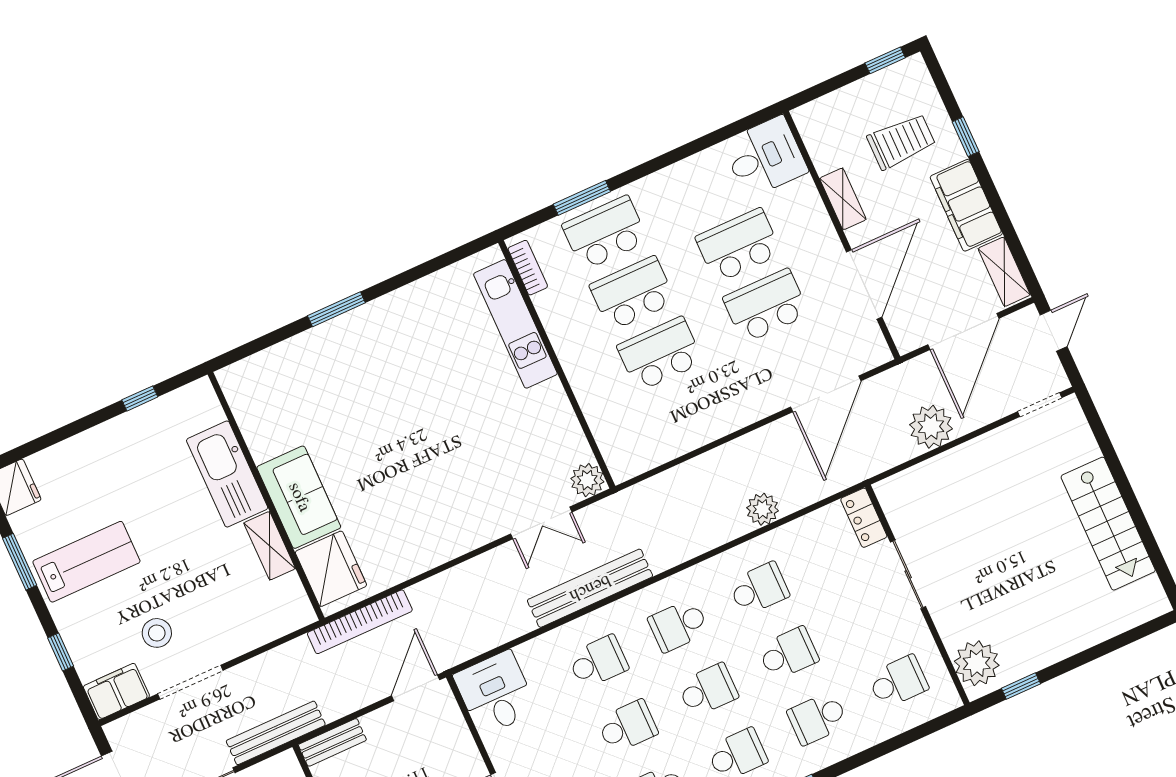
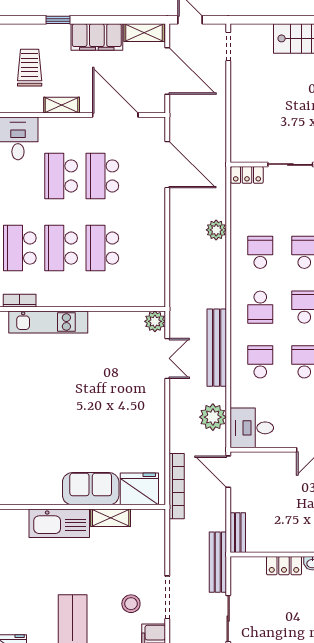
trolley: (901, 141) -> (30, 68), moved
plant: (931, 427) -> (213, 417), moved

